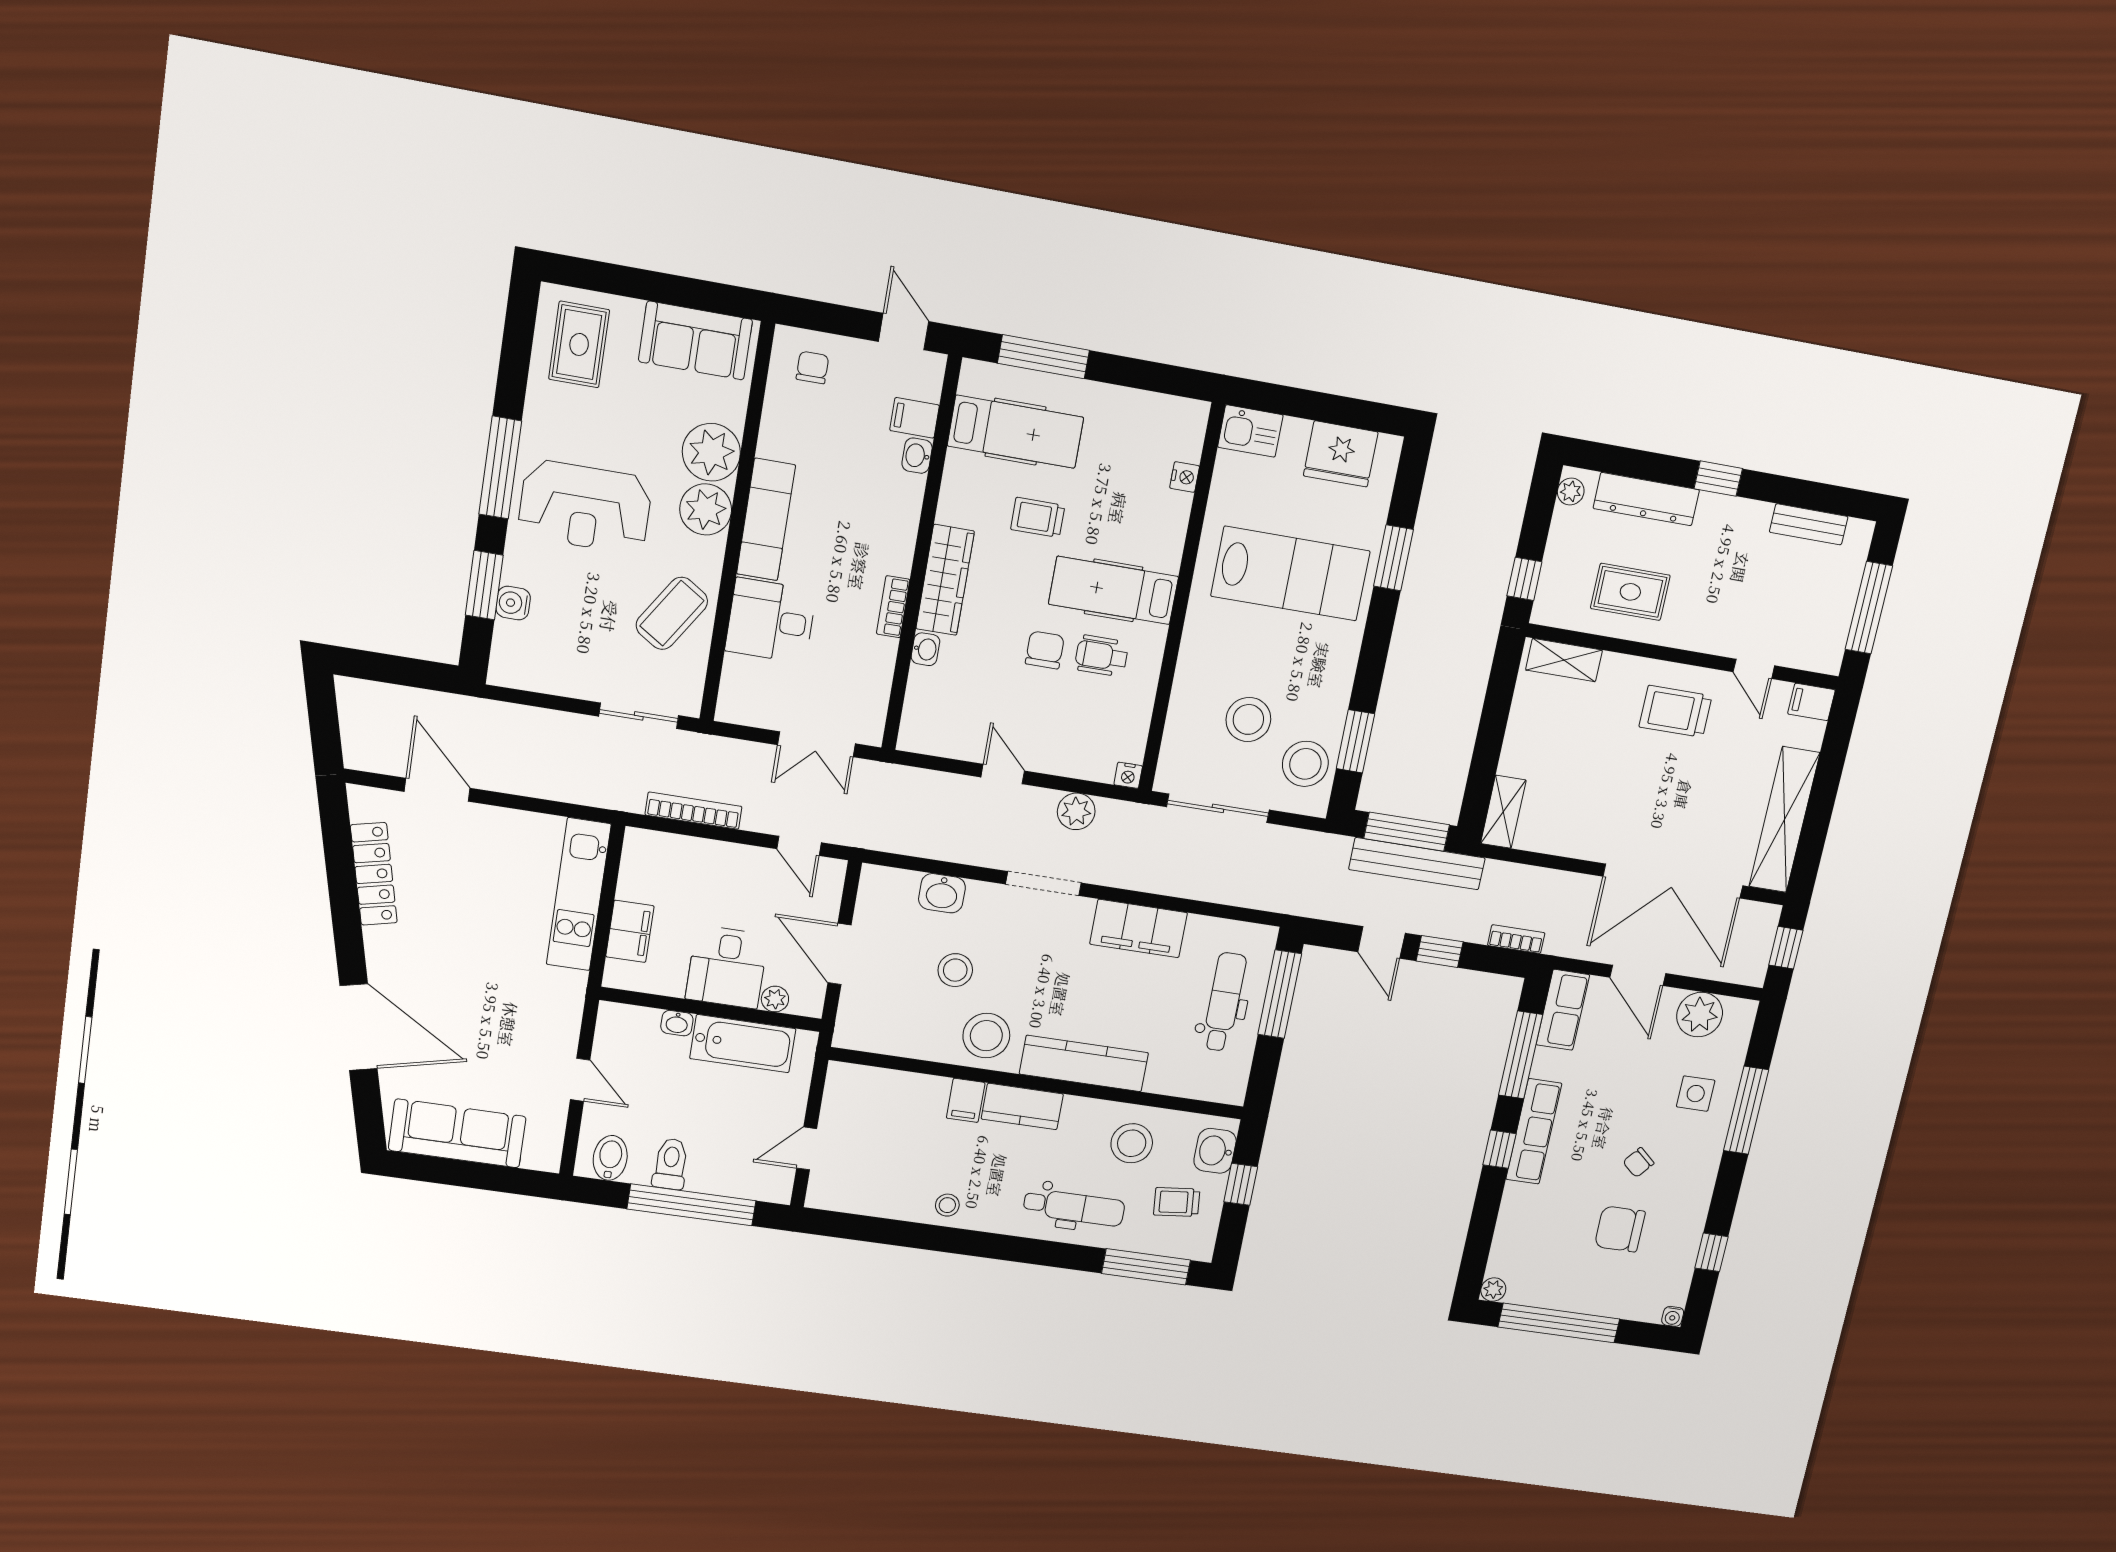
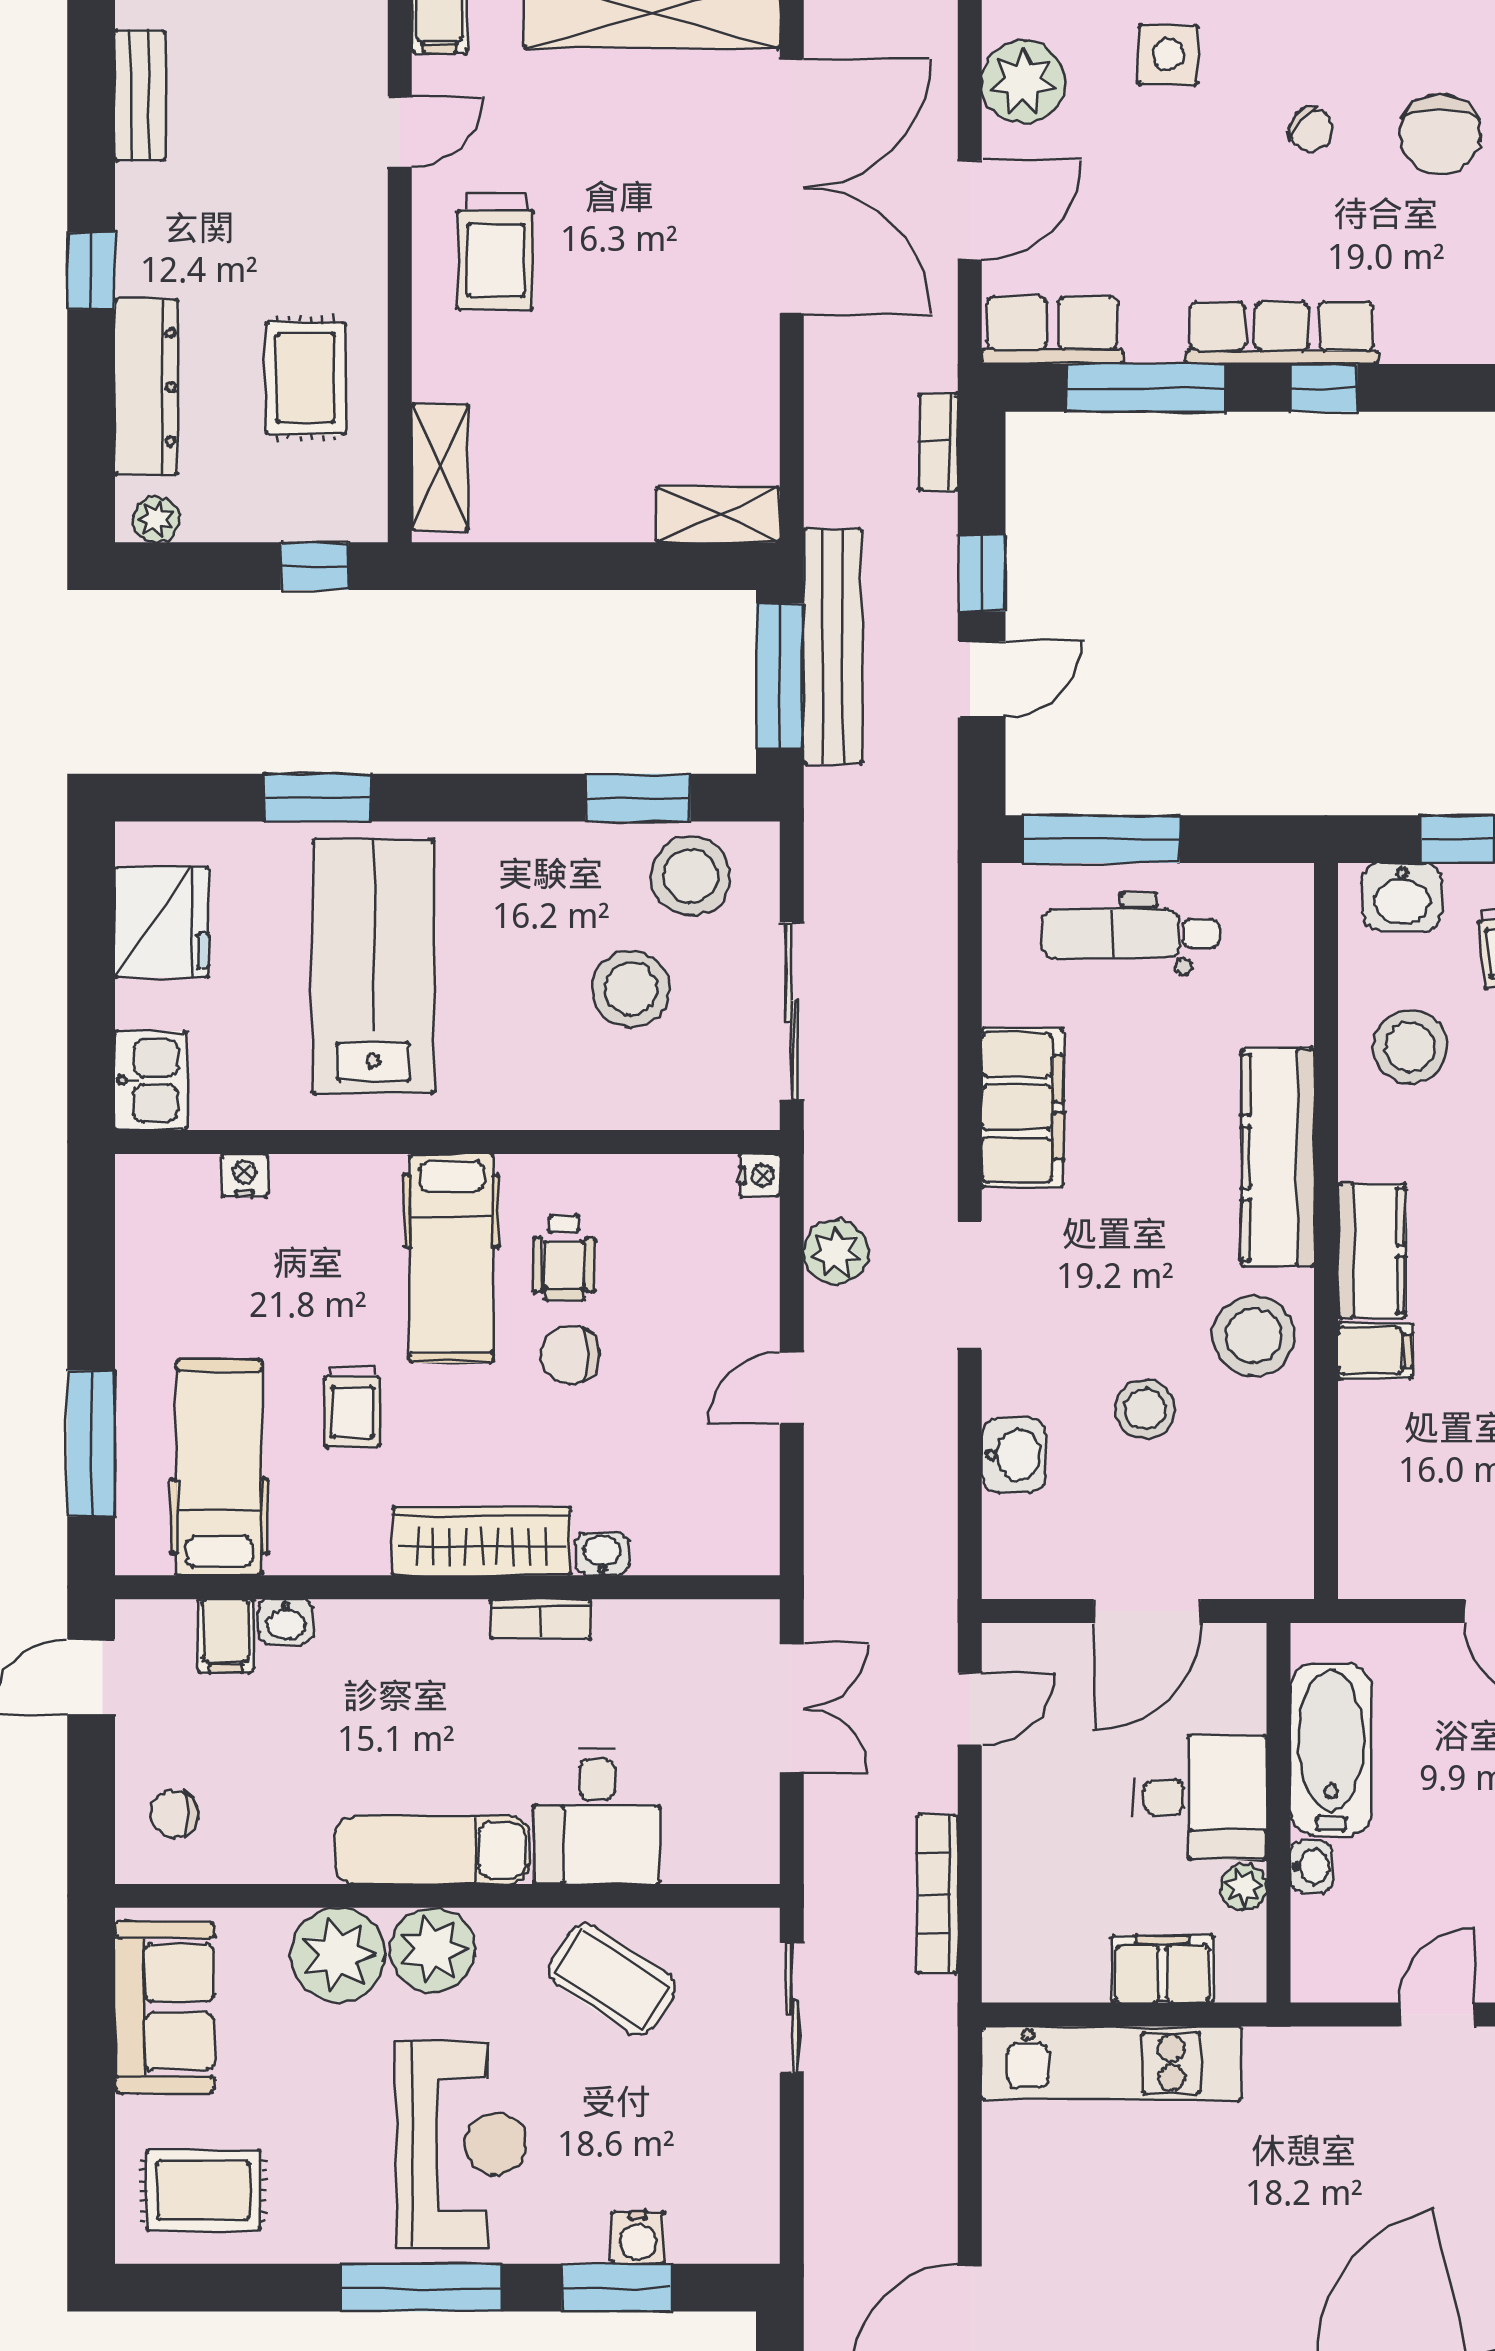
plant: (775, 999) -> (1243, 1887), moved

